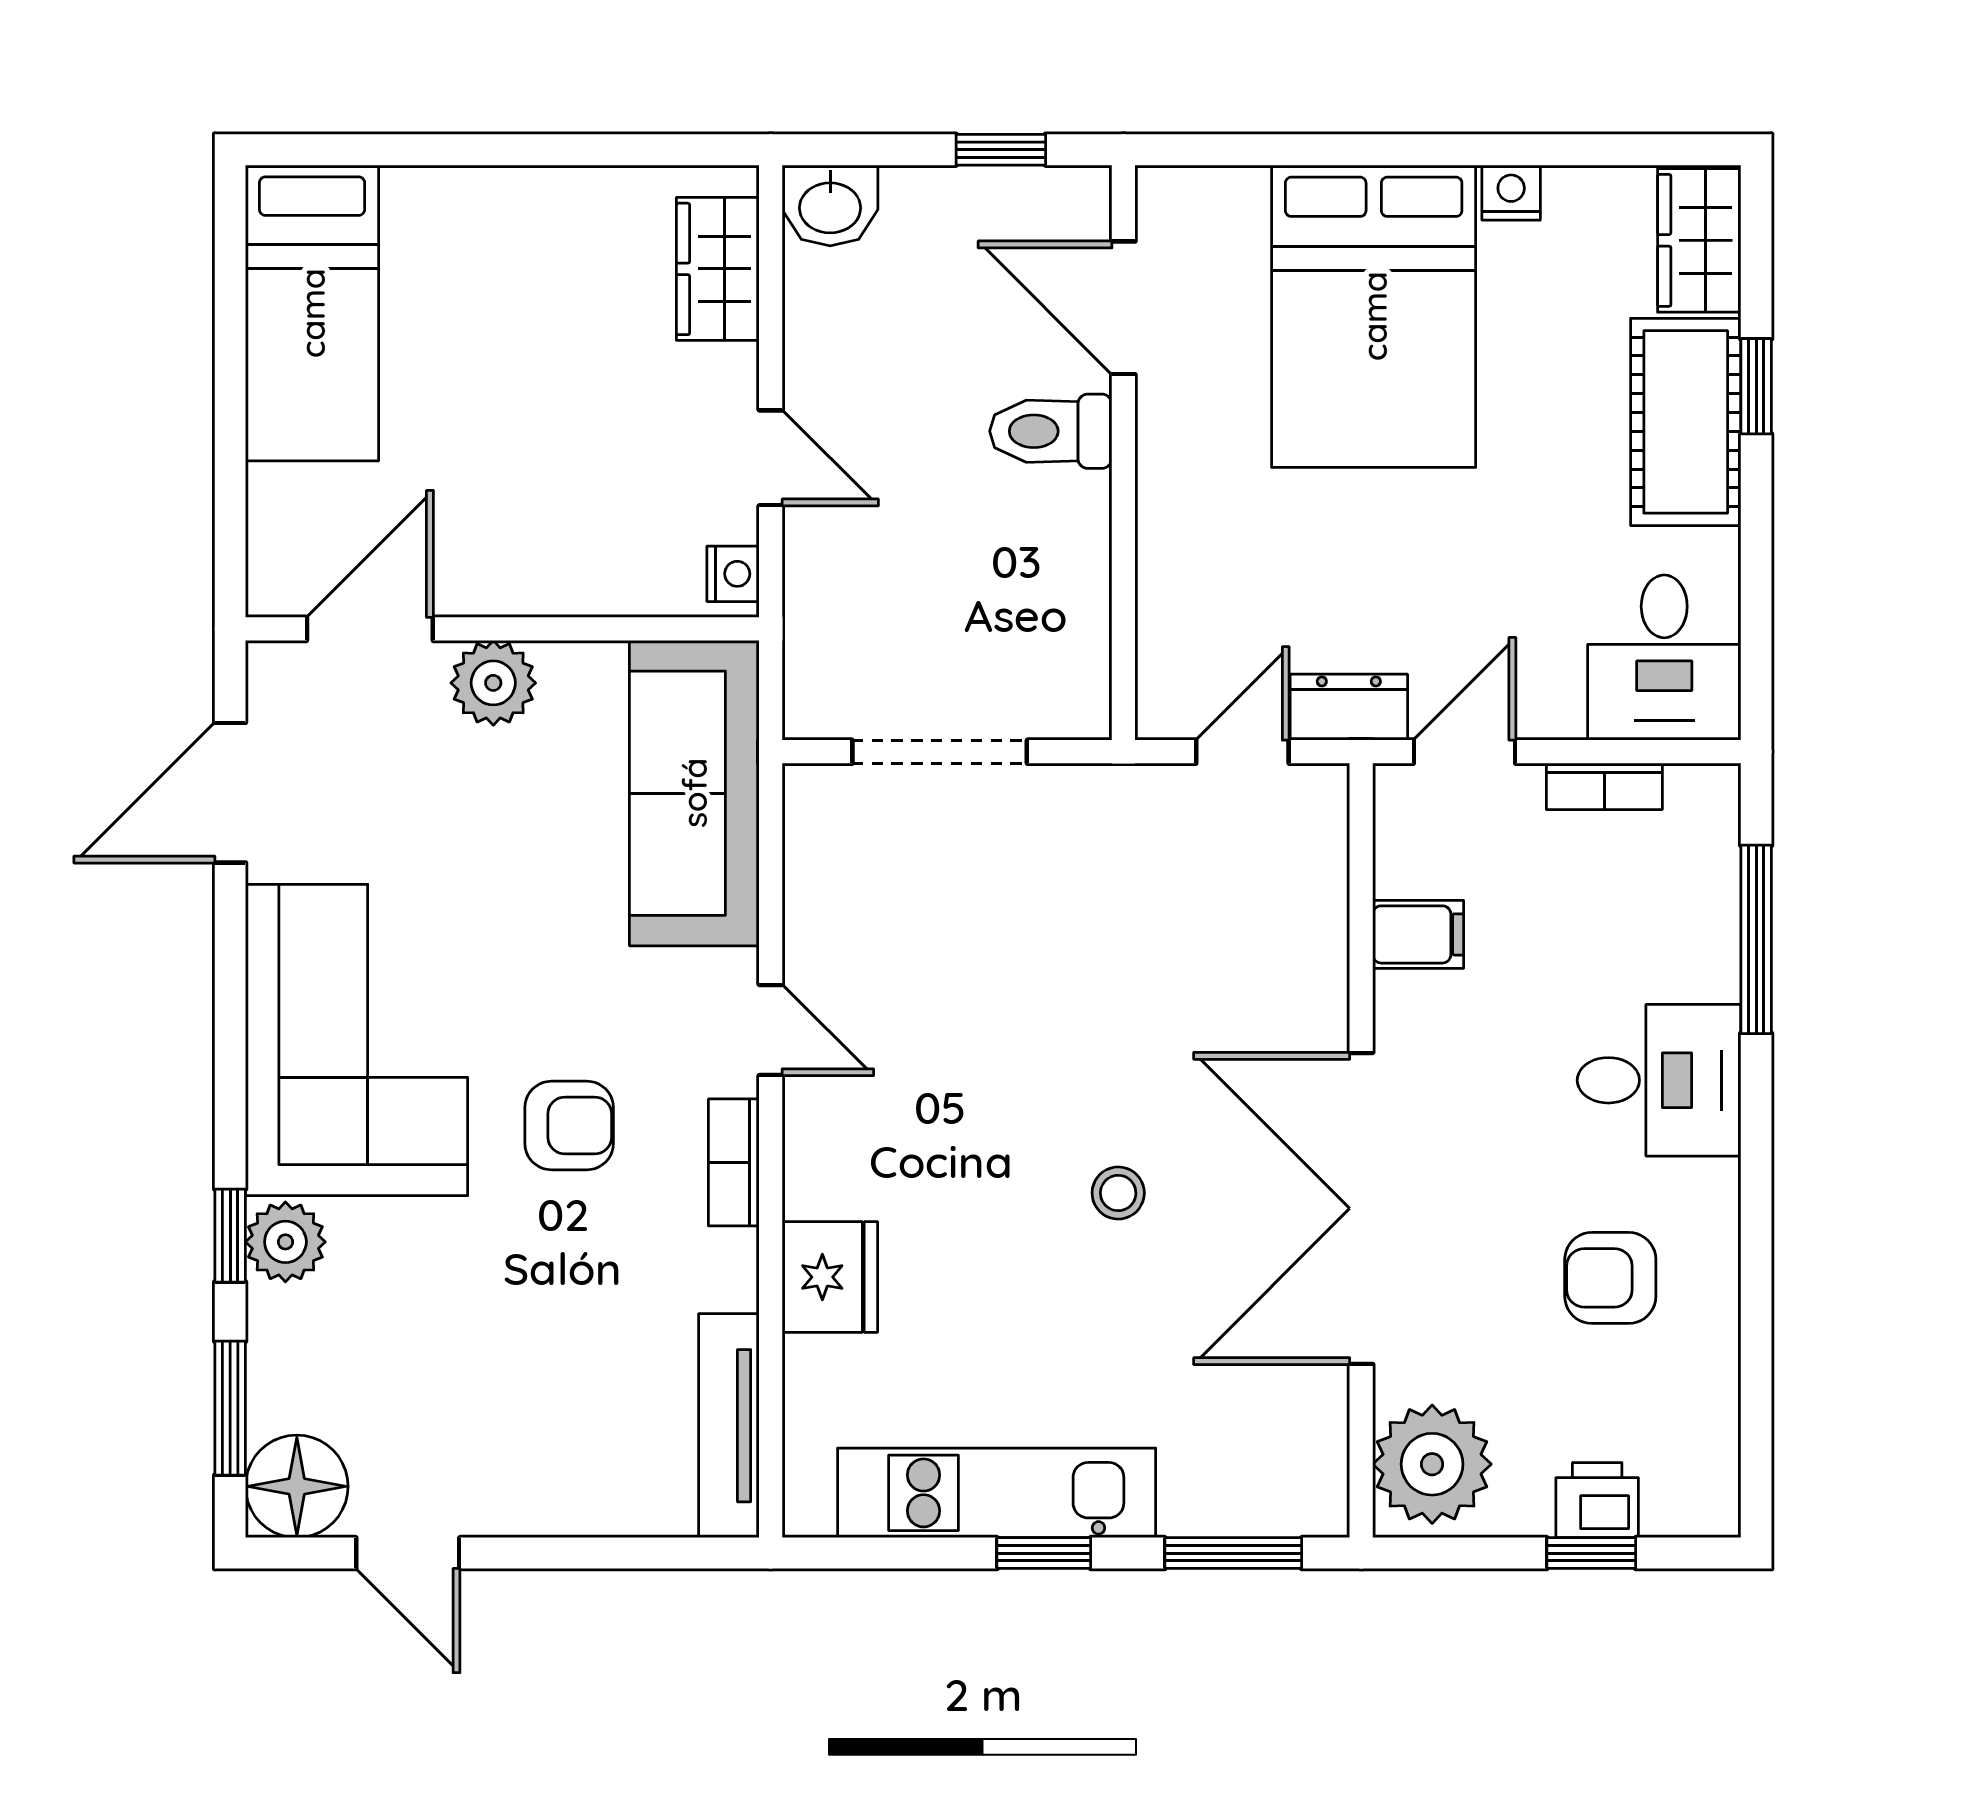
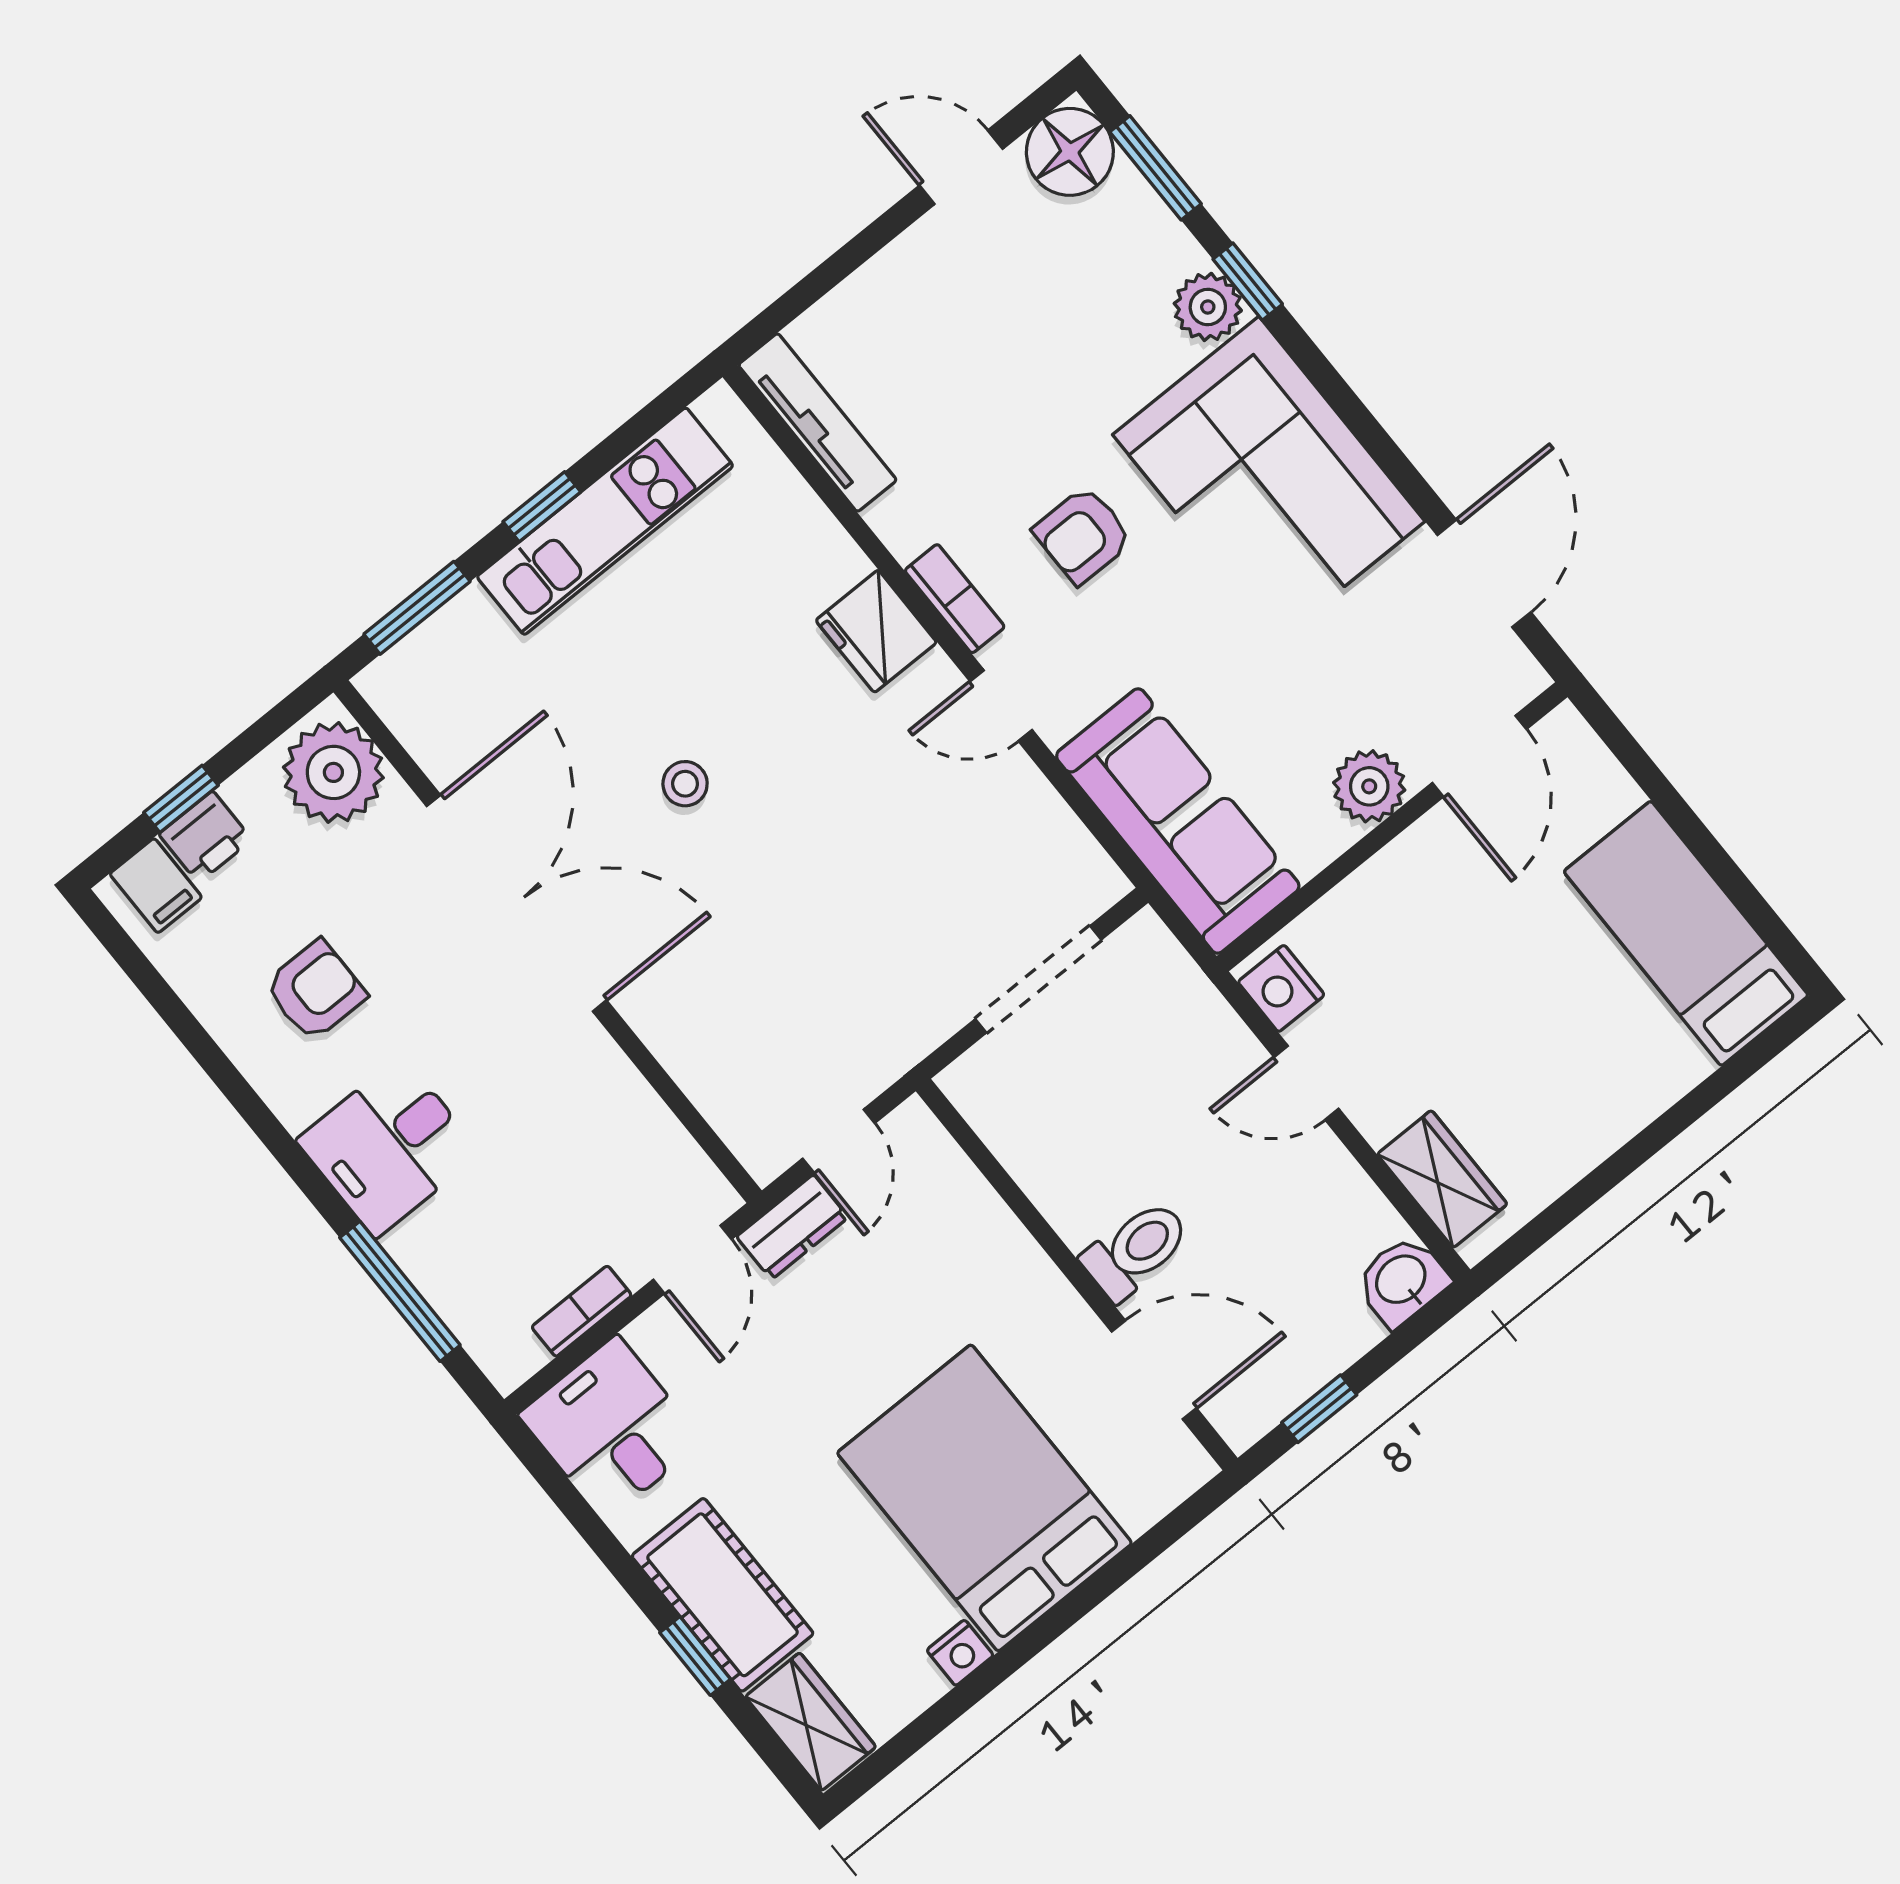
nightstand: (733, 574) -> (1281, 988), width x1.39, depth x1.35
filing cabinet: (1418, 934) -> (156, 886), moved, turned -90
fridge: (830, 1277) -> (876, 631), moved

